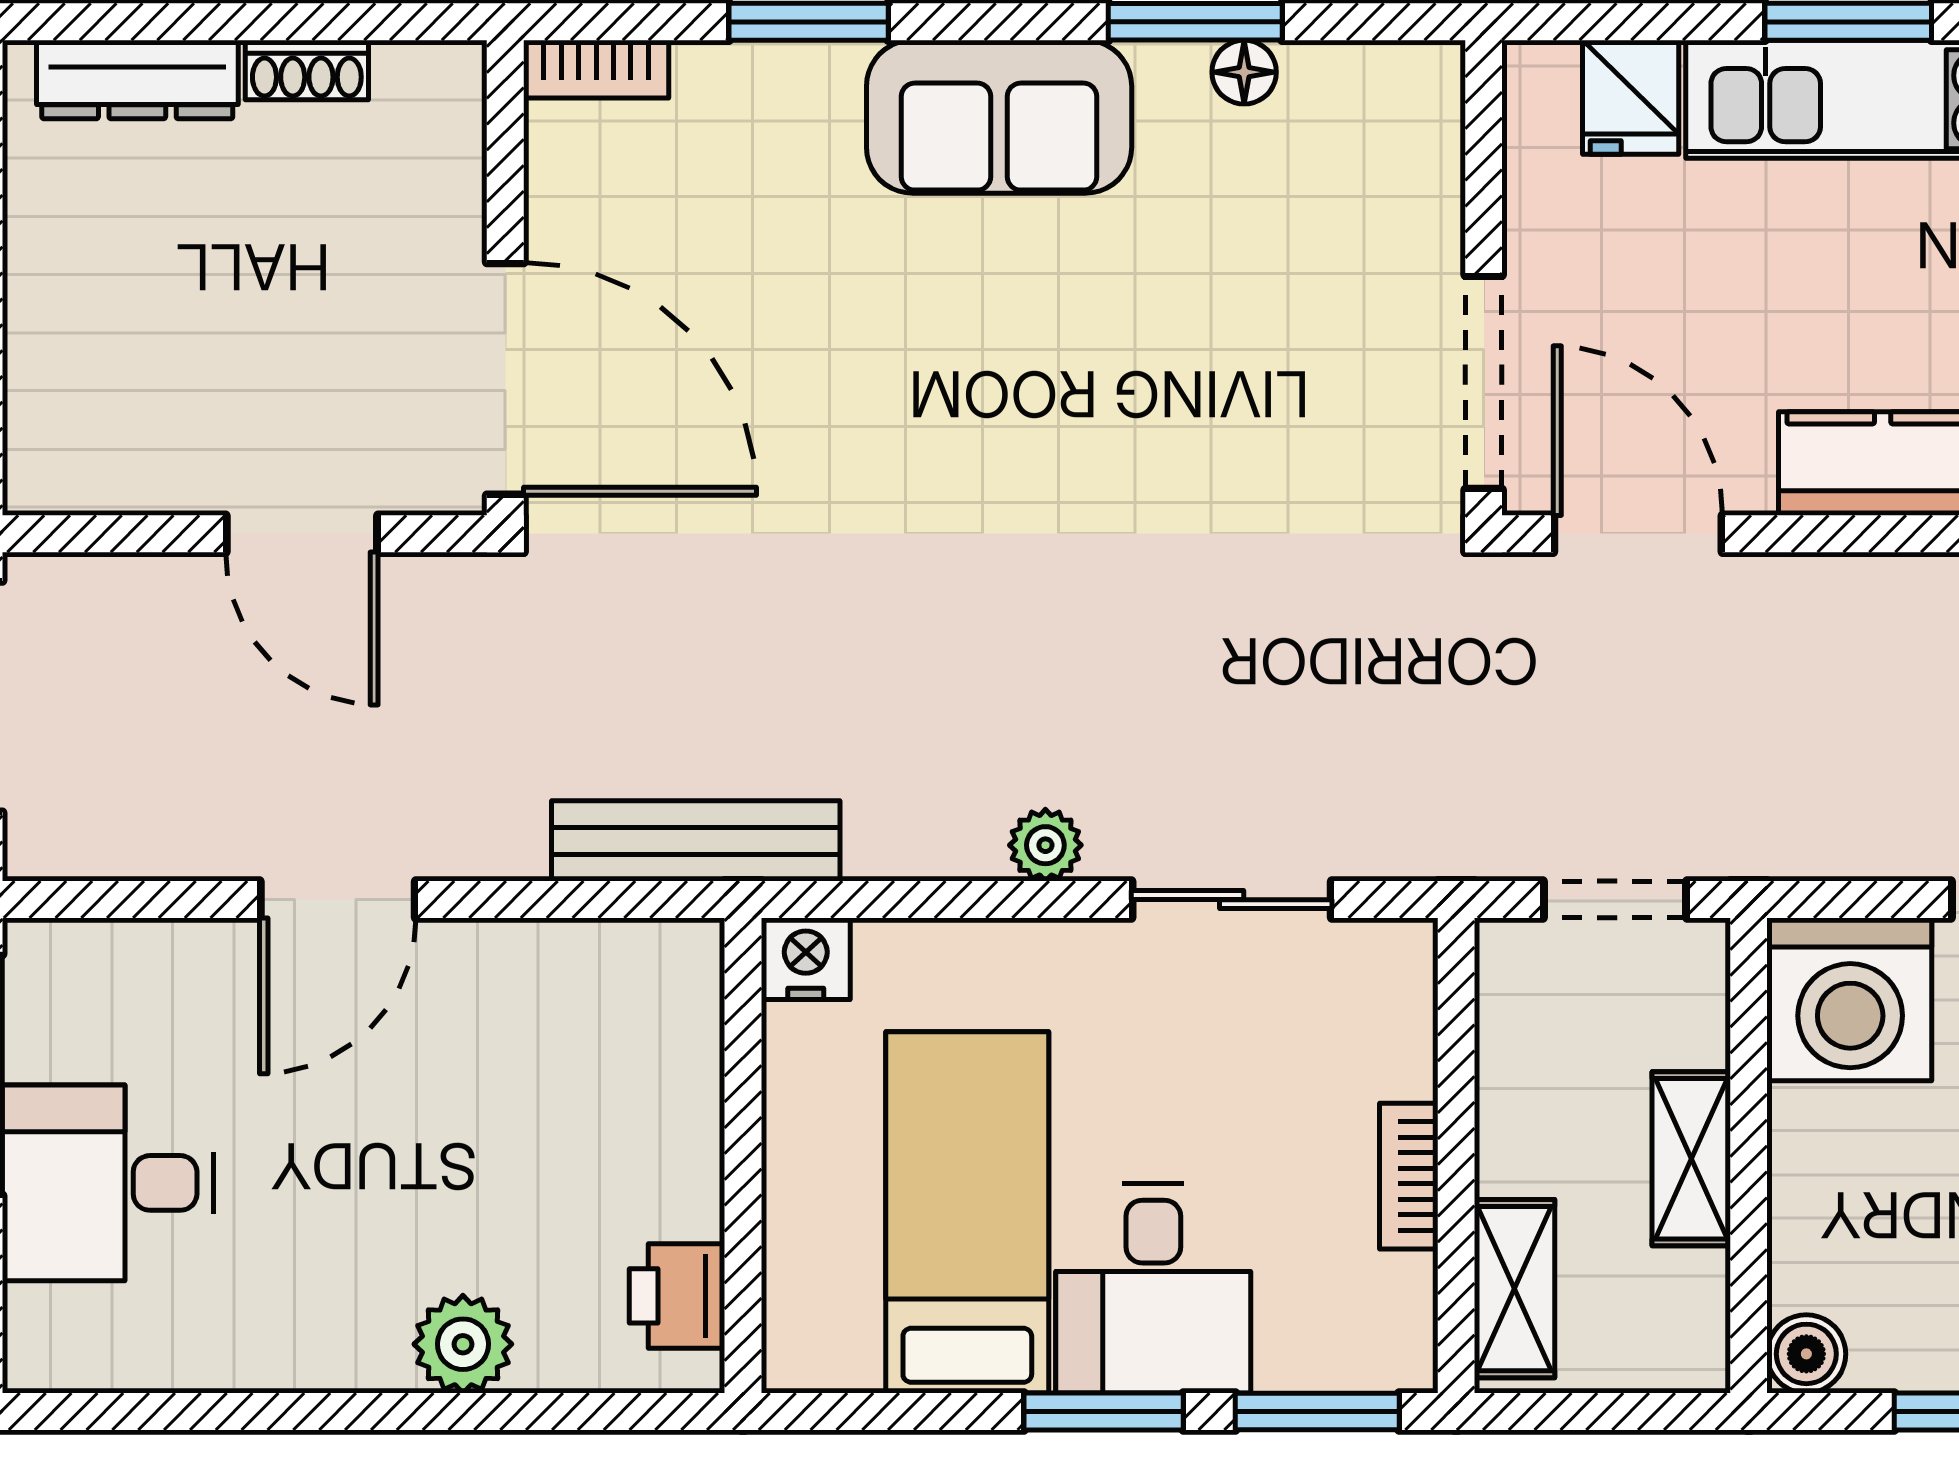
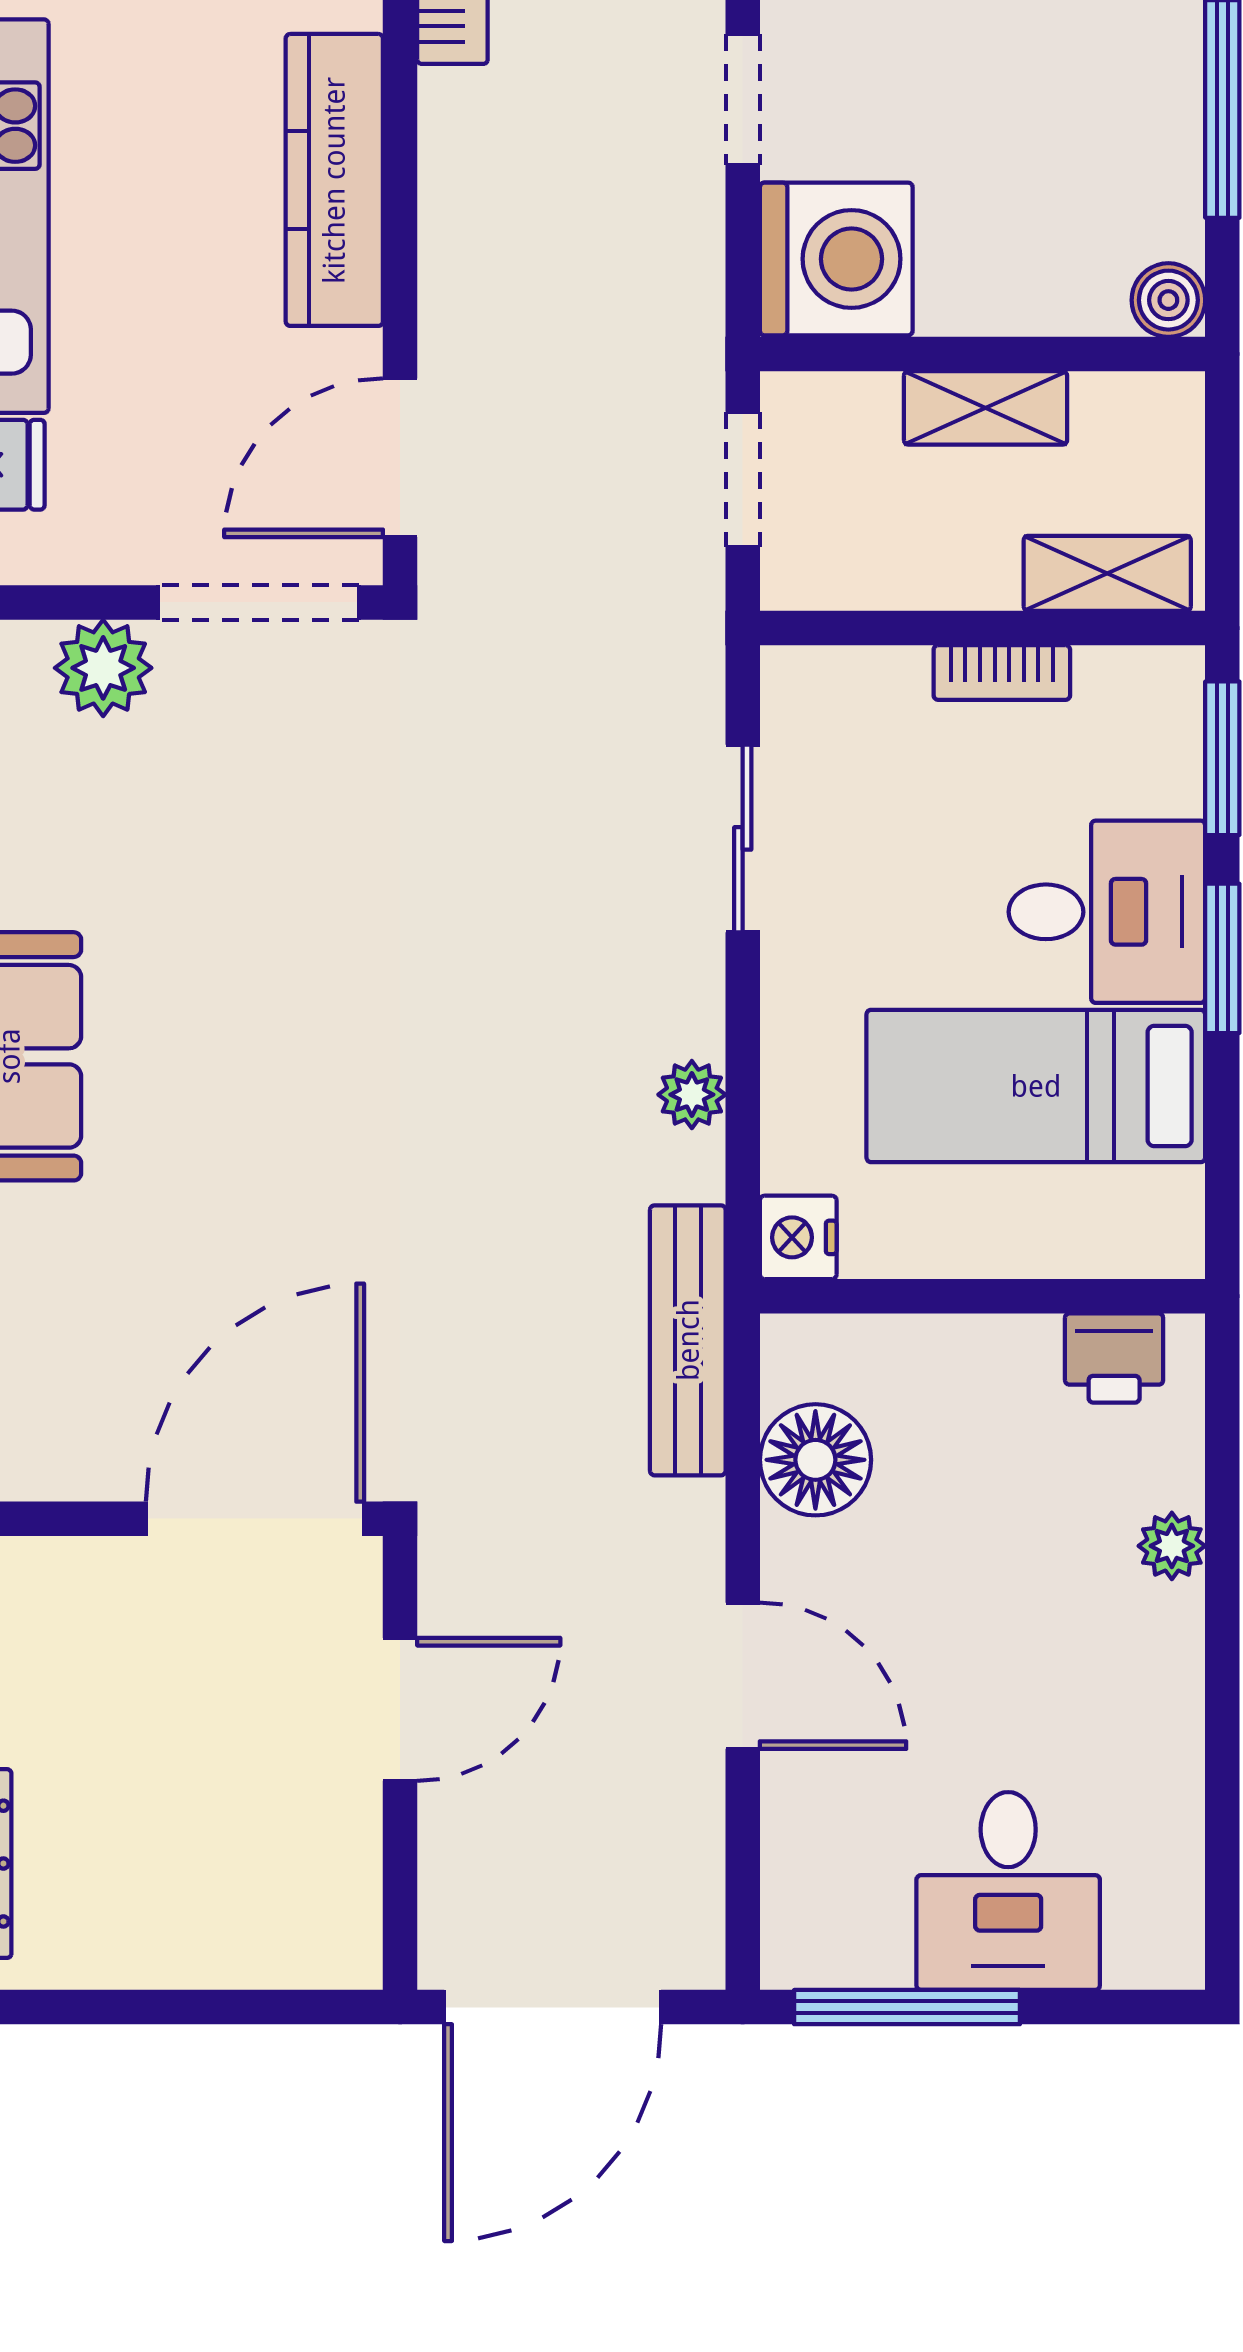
plant: (1414, 217) -> (103, 668), added
plant: (1045, 845) -> (692, 1095), moved
floor lamp: (568, 977) -> (815, 1460), added
plant: (463, 1344) -> (1172, 1546), width x0.73, depth x0.73

